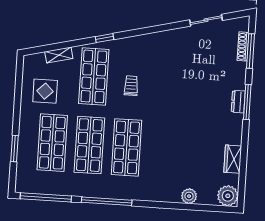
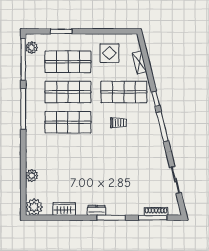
window: (139, 32) -> (162, 127), added
dresser: (238, 102) -> (97, 210), moved
plant: (32, 186) -> (32, 48), added

